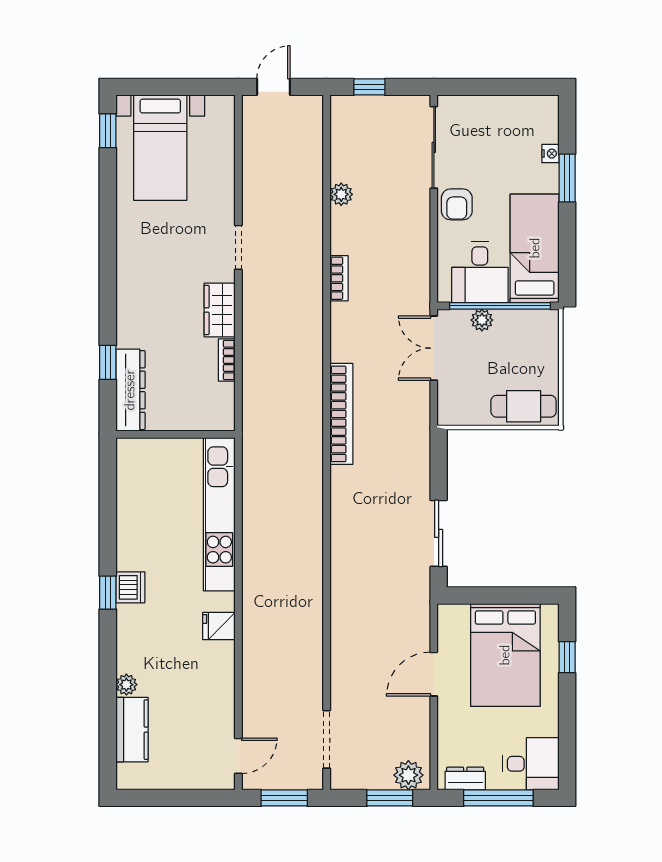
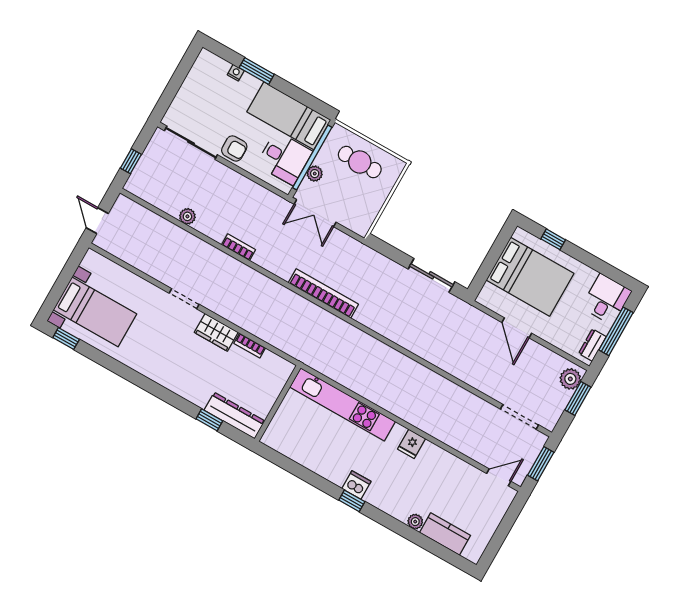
cafe table: (524, 406) -> (360, 162), moved, turned 90
door: (238, 756) -> (499, 477), hinge flipped

